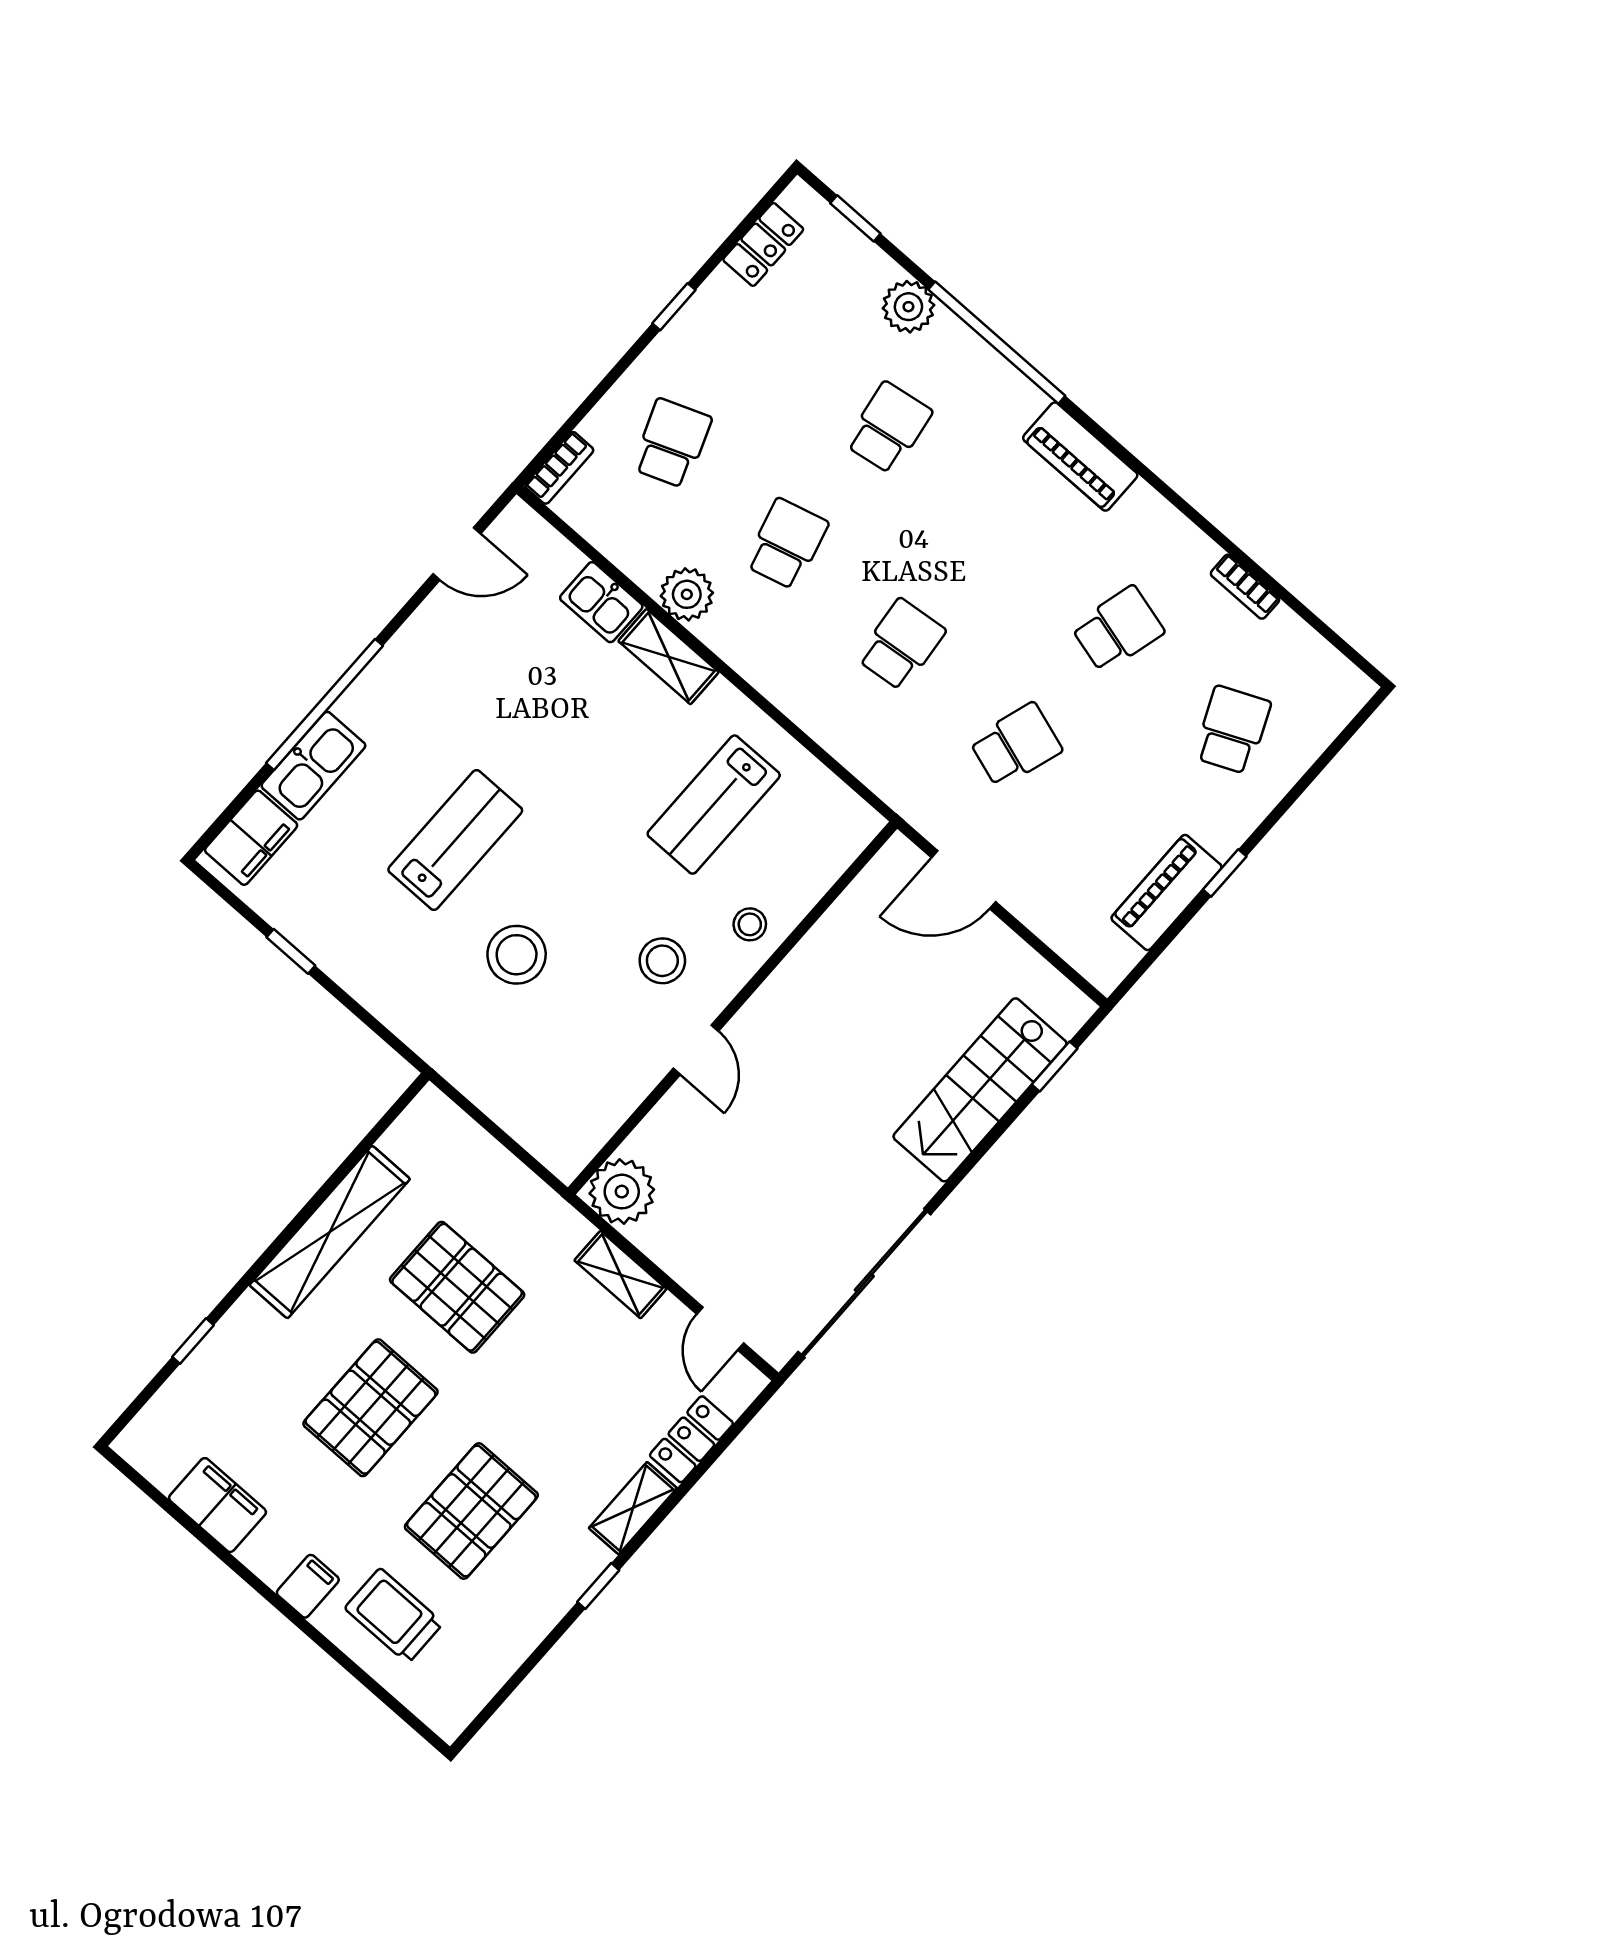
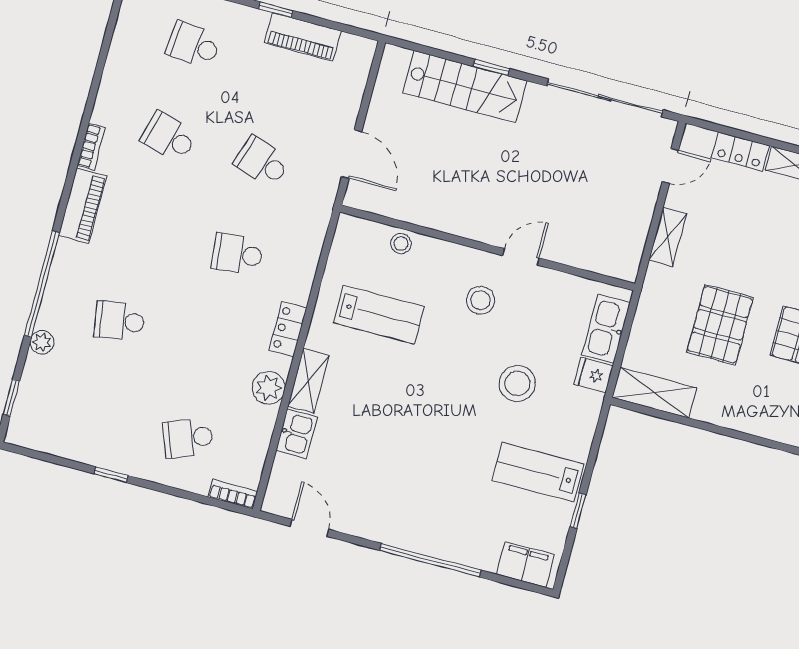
locker: (763, 244) -> (288, 329), moved, turned -90
plant: (908, 307) -> (42, 342), width x0.73, depth x0.73
school desk: (787, 544) -> (213, 346), removed
bookcase: (1245, 587) -> (91, 147), moved
school desk: (1232, 730) -> (193, 45), turned 30
kitchen sink: (313, 766) -> (606, 329), moved, turned -90
lab bench: (455, 840) -> (538, 472), moved
stool: (750, 924) -> (401, 243), moved
window: (1055, 1066) -> (491, 67), moved
fridge: (475, 1070) -> (593, 375), added
plant: (622, 1192) -> (621, 259), removed
shelving: (330, 1232) -> (654, 393), moved, width x0.68

